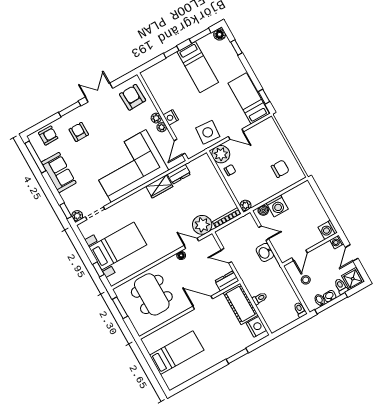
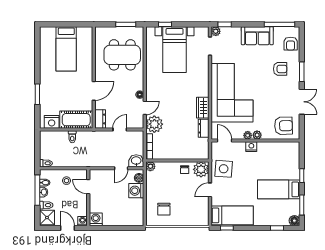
washbasin: (265, 252) -> (136, 161), moved

